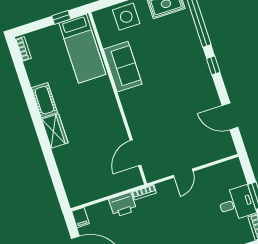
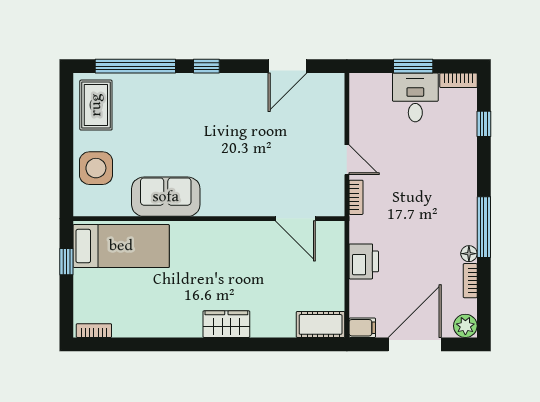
cot: (44, 100) -> (321, 324), moved
bookcase: (144, 192) -> (356, 197), moved

